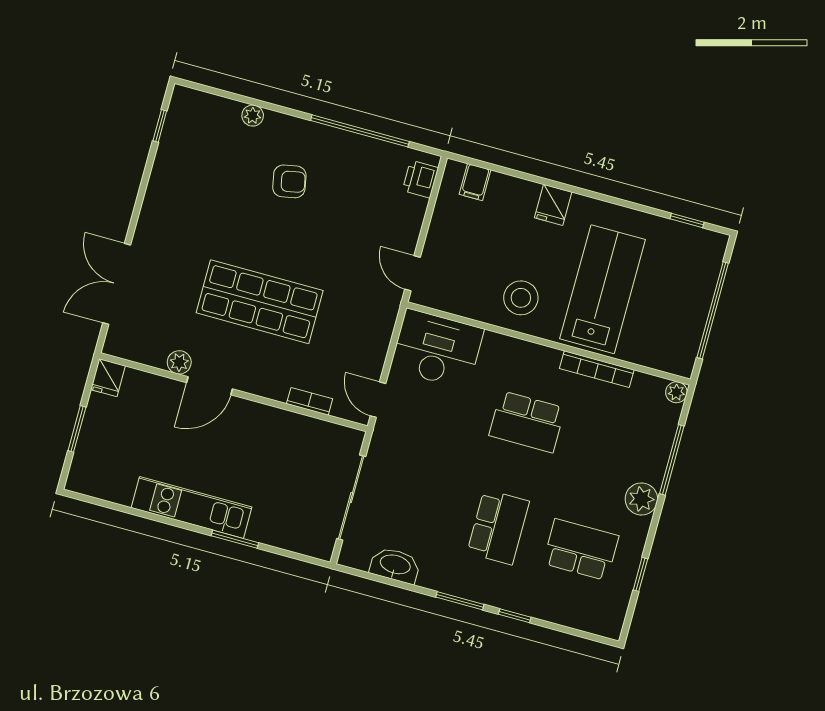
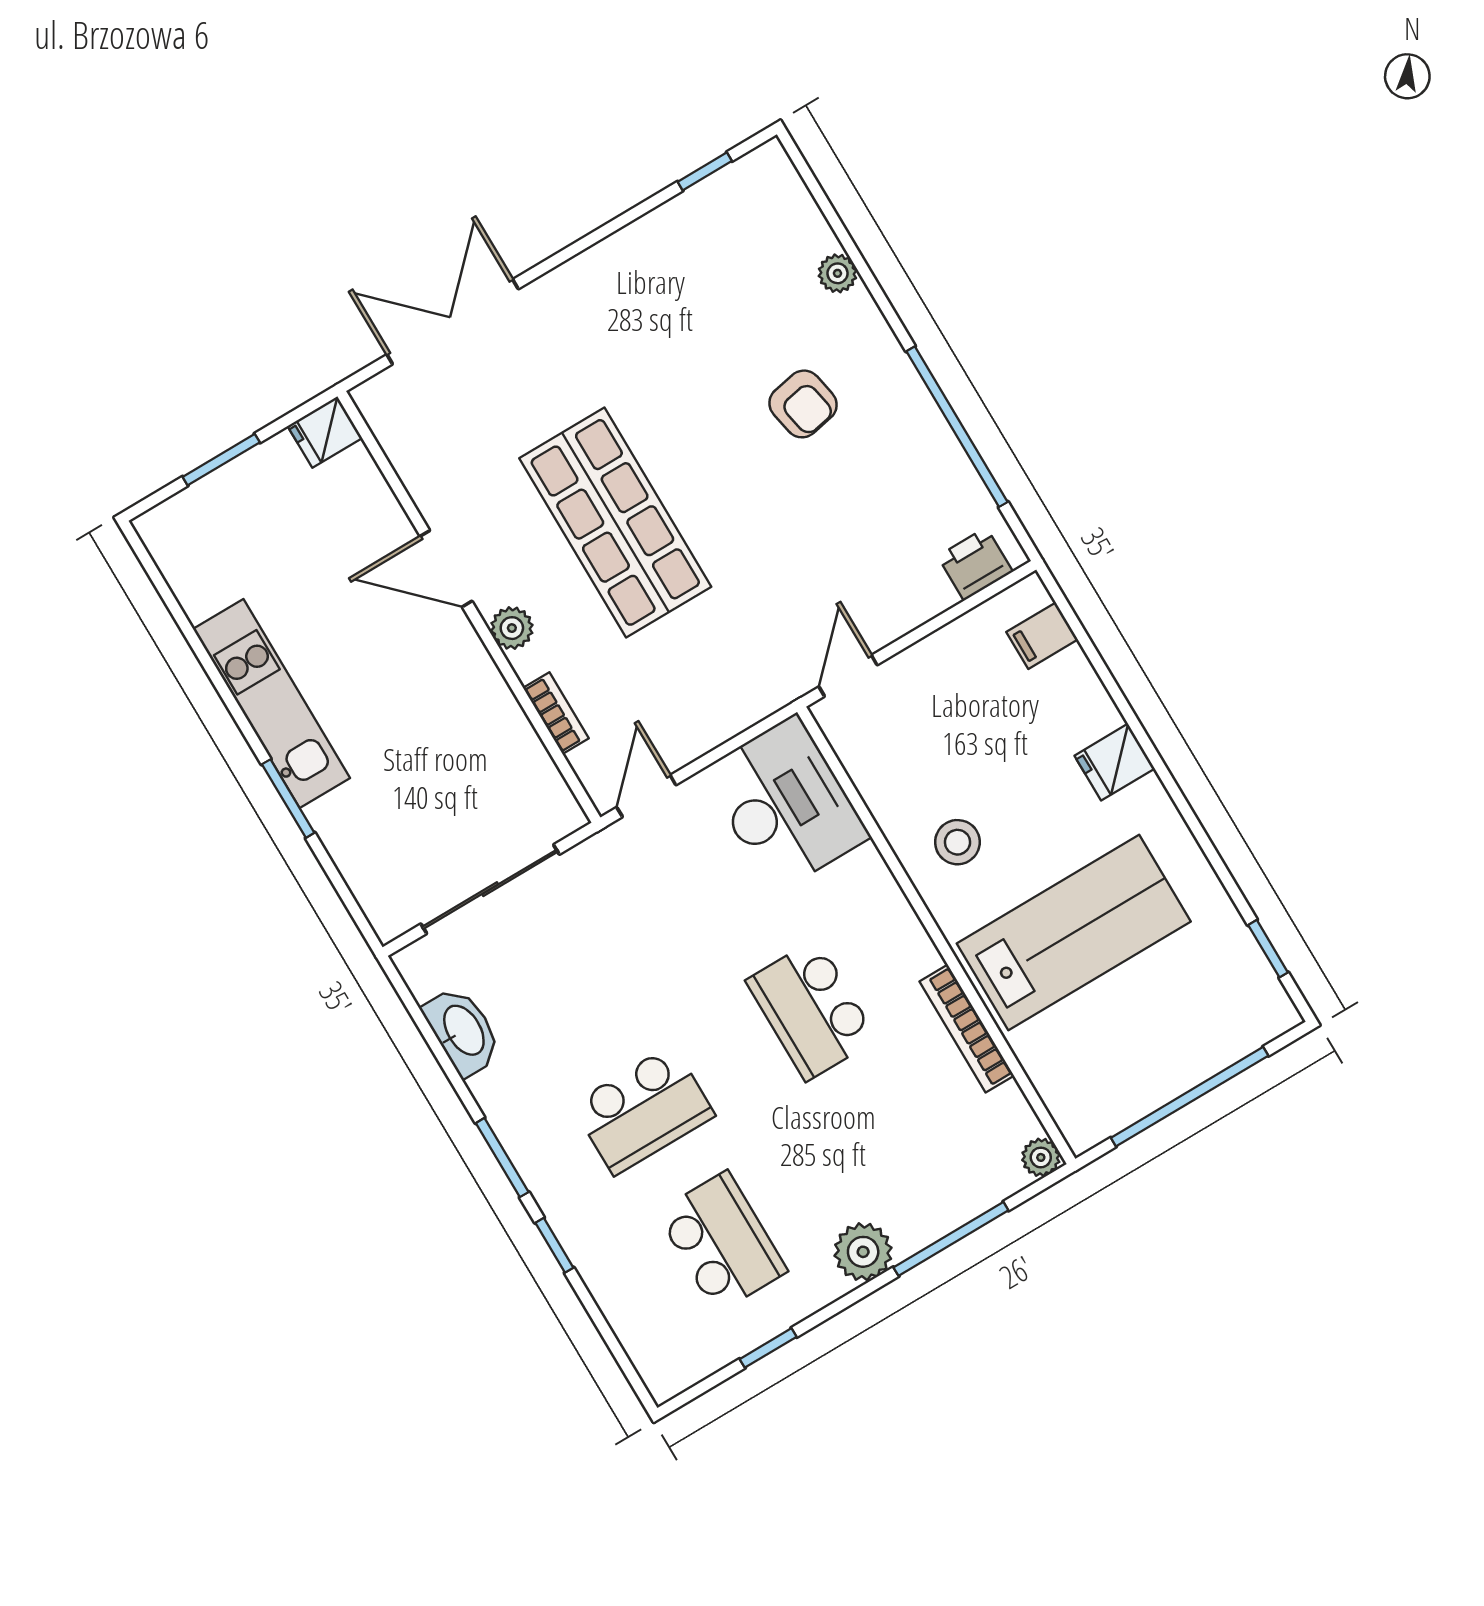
stool: (521, 298) -> (957, 842), width x0.73, depth x0.73
plant: (179, 362) -> (512, 628), moved

